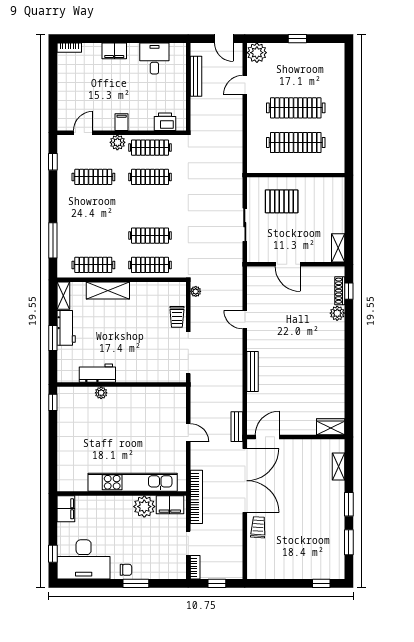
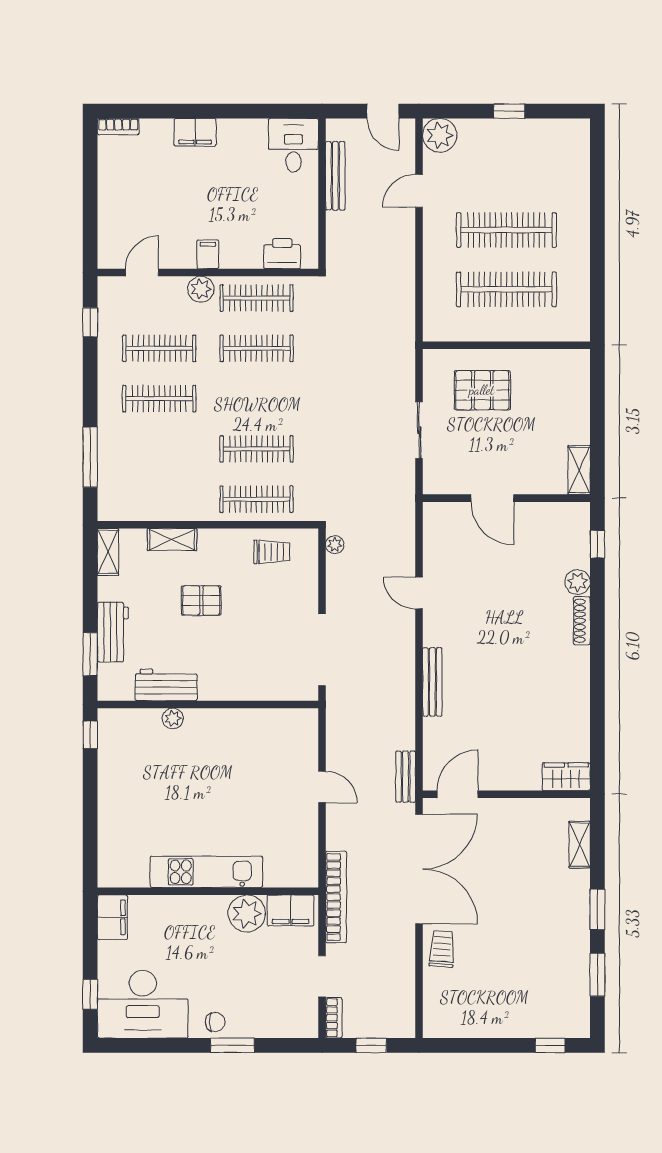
desk: (154, 58) -> (293, 145), moved
clothes rail: (93, 265) -> (159, 399), moved
shelving: (108, 291) -> (172, 540), width x0.67, depth x0.75
shoe rack: (340, 291) -> (582, 621), moved
trolley: (177, 317) -> (272, 552), moved, turned -90
pallet: (118, 324) -> (201, 601), added
workbench: (66, 328) -> (113, 632), moved
window: (53, 338) -> (90, 654), moved
kitchen unit: (133, 482) -> (206, 872), width x0.73

